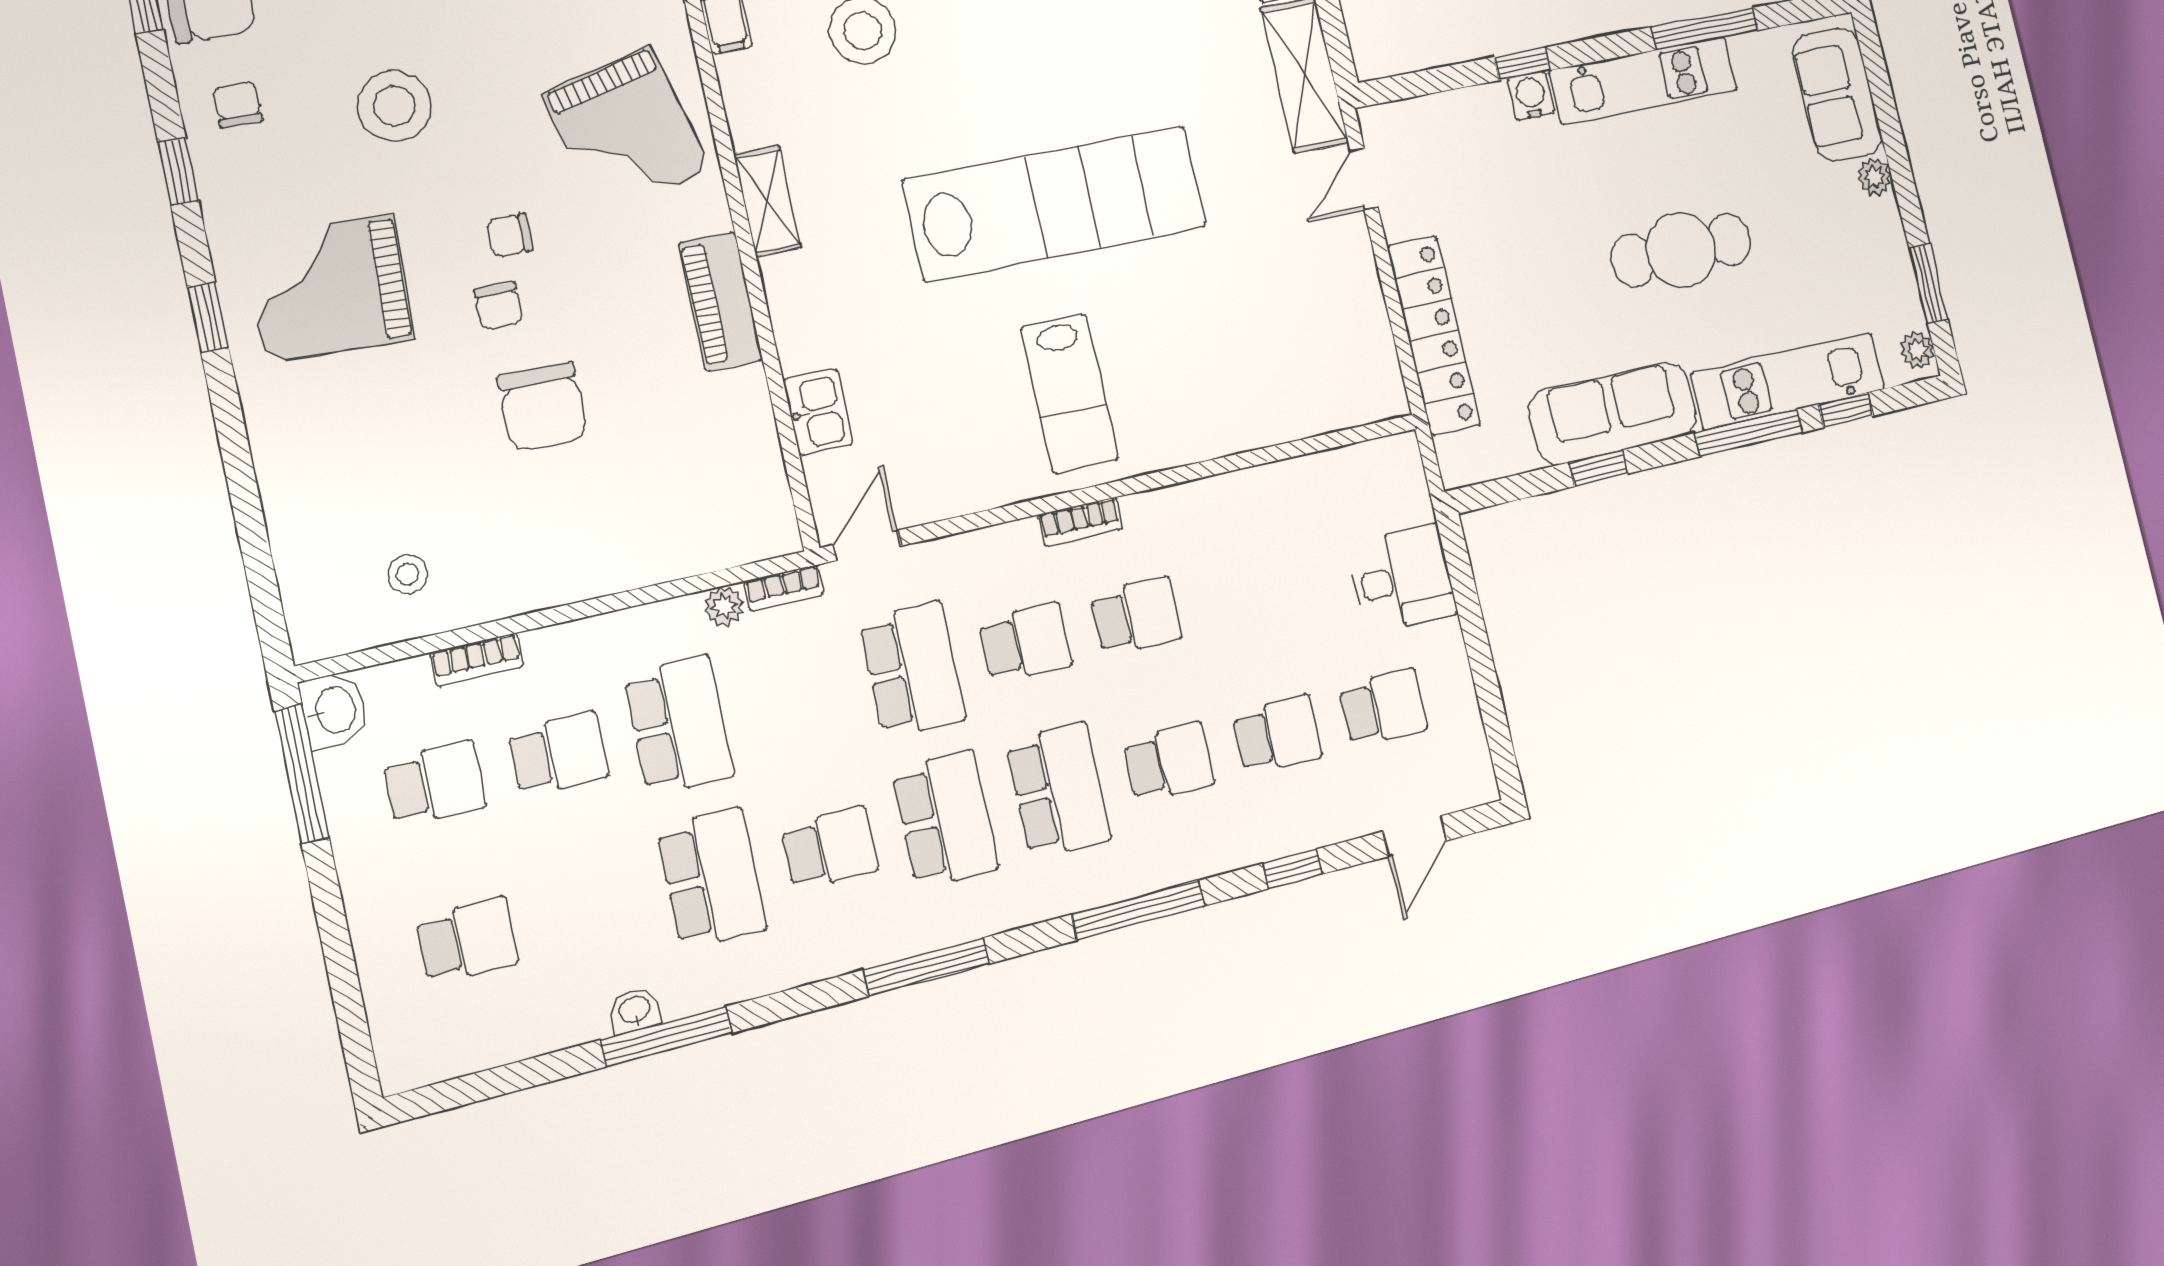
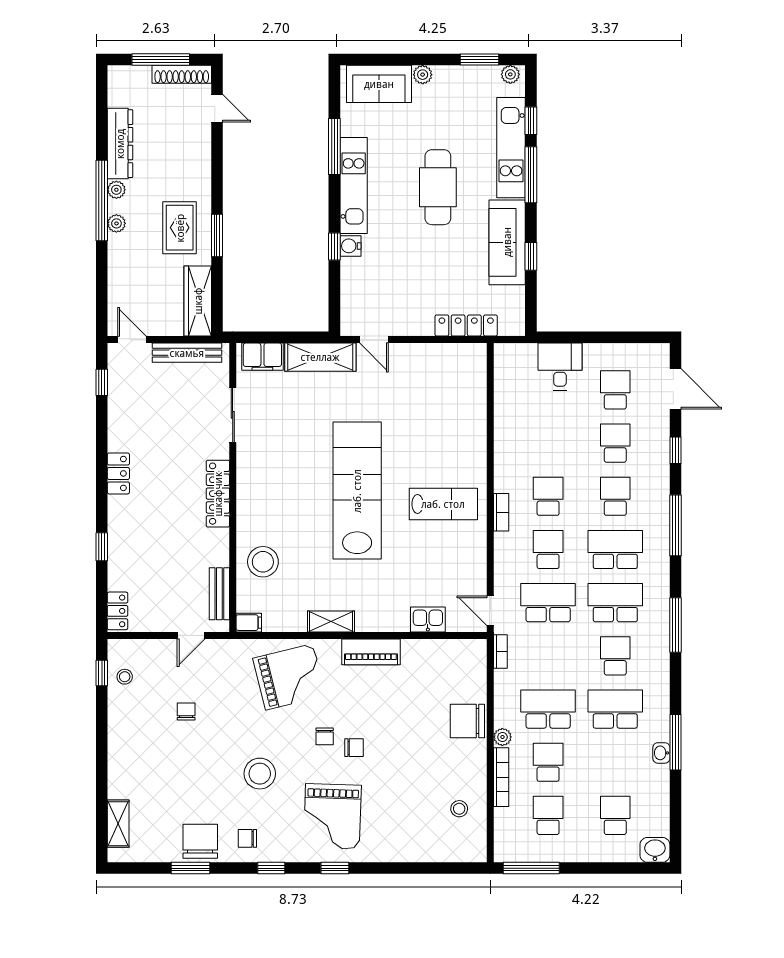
locker: (1434, 336) -> (466, 325), width x0.71, depth x0.83
chair: (543, 406) -> (467, 721), moved, turned 180
plant: (724, 607) -> (502, 737), moved
bookcase: (477, 660) -> (501, 777), width x1.56
washbasin: (334, 710) -> (655, 850), moved
door: (1415, 836) -> (675, 389), width x1.38

